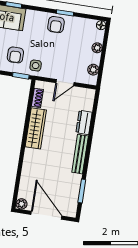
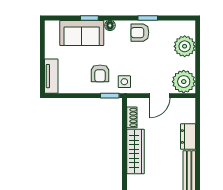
armchair: (56, 25) -> (140, 33), turned 90
floor lamp: (101, 25) -> (110, 25), moved
plant: (97, 48) -> (185, 46), width x1.88, depth x1.88
plant: (93, 70) -> (184, 82), width x1.87, depth x1.87

